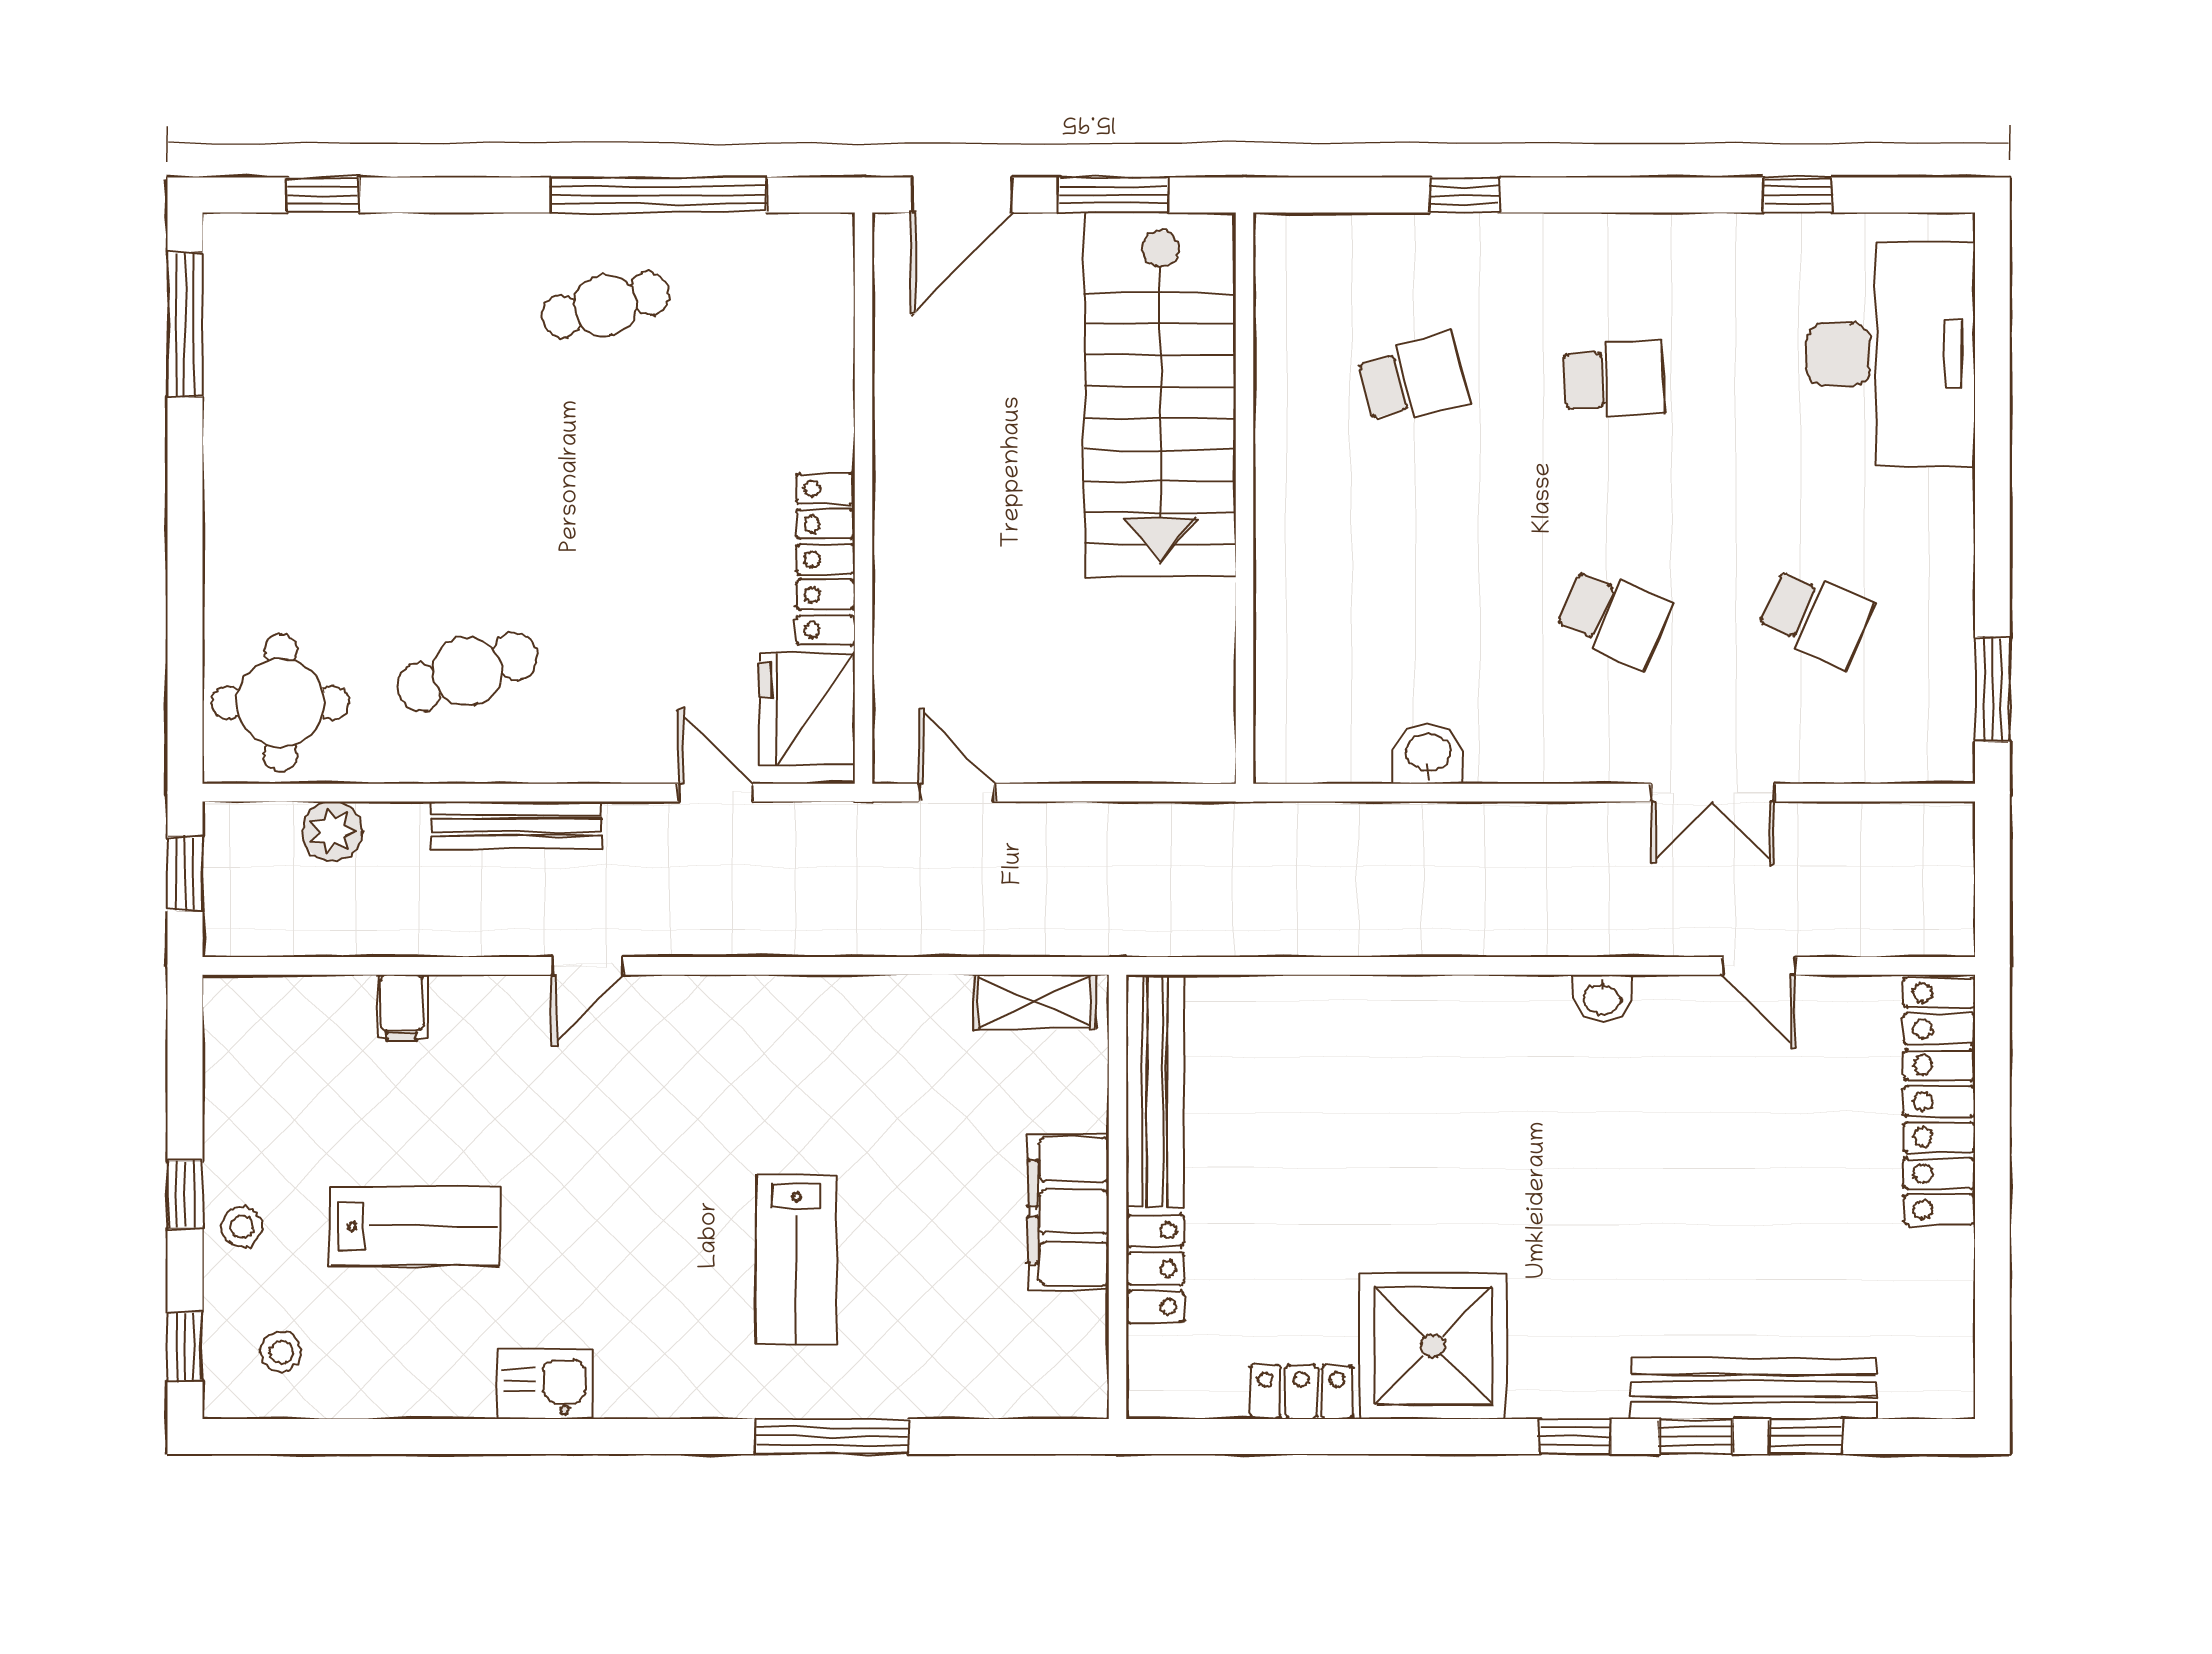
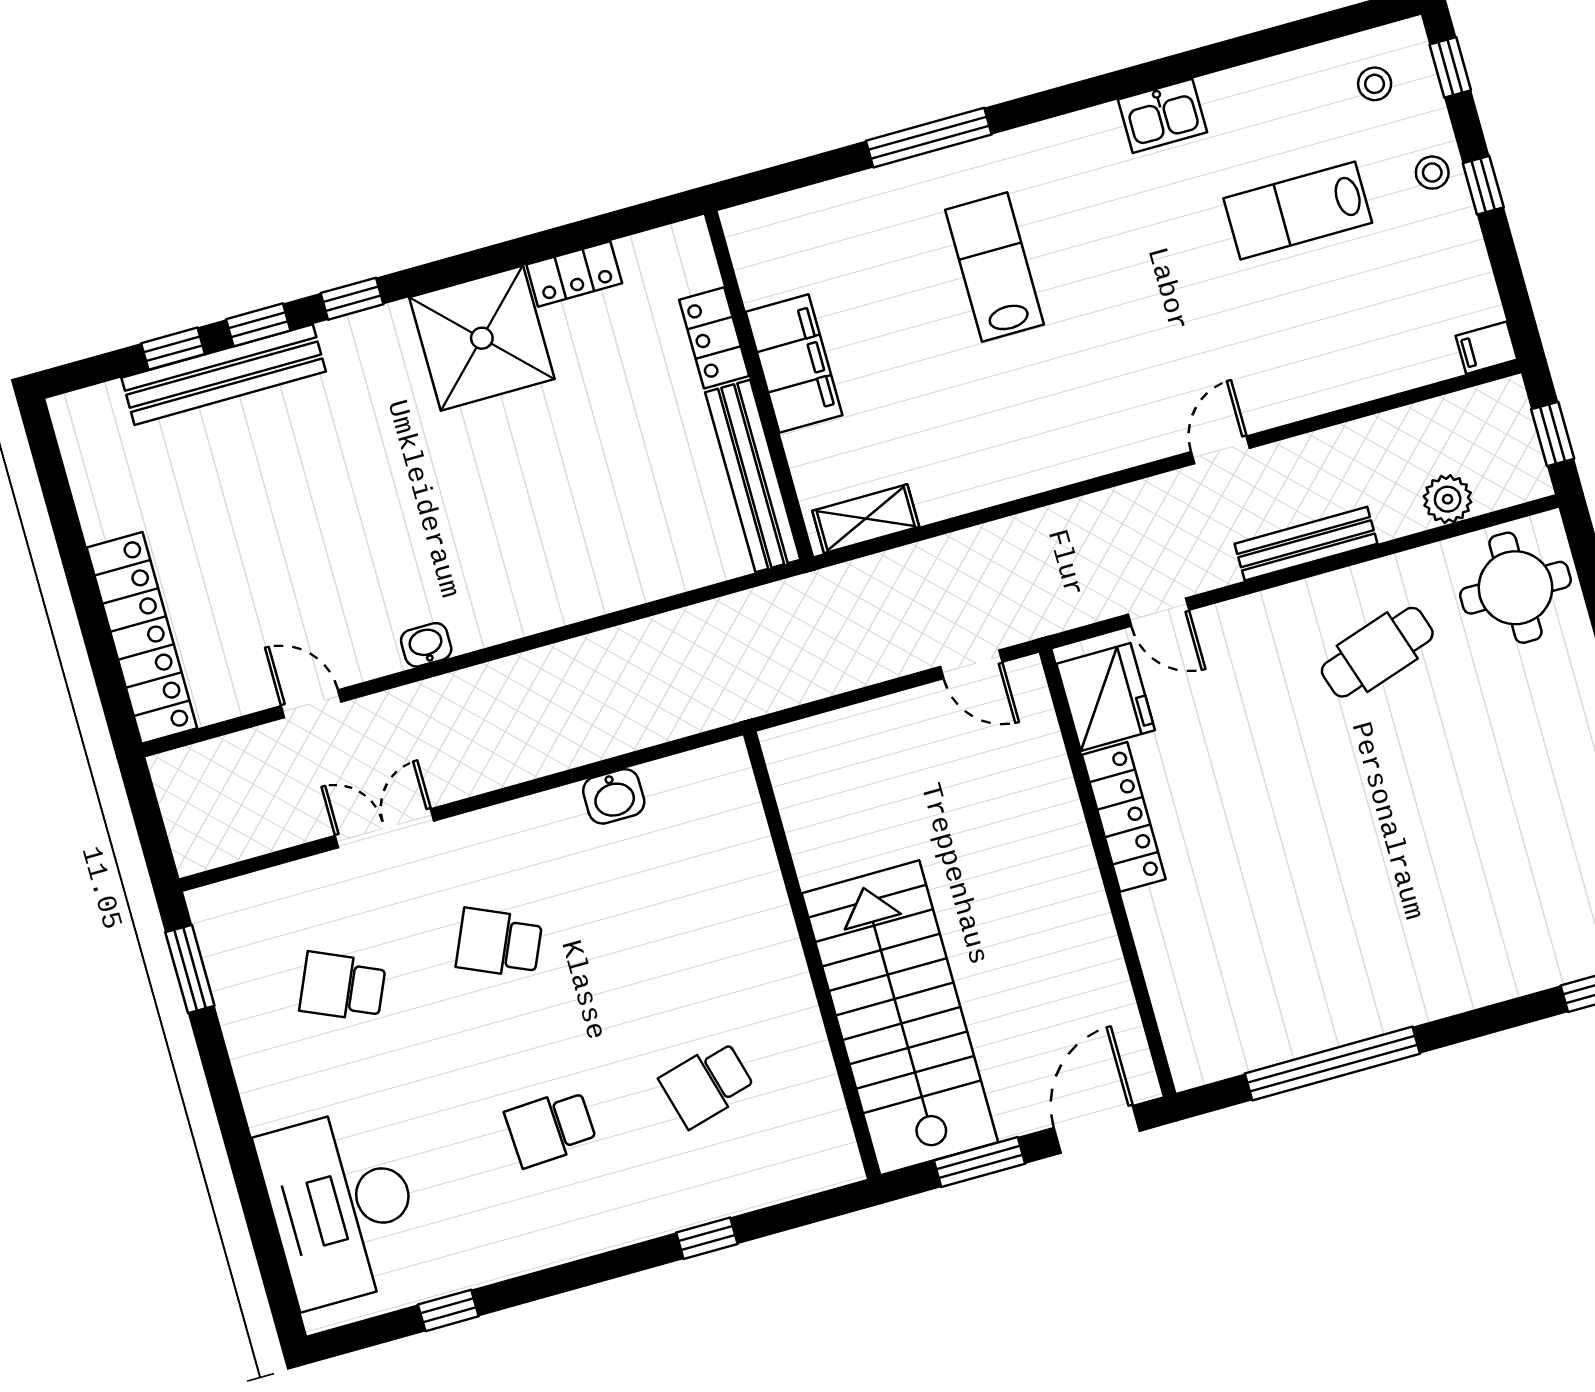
cafe table: (605, 305) -> (1350, 966), removed
filing cabinet: (402, 1007) -> (1487, 348), moved, turned -90

